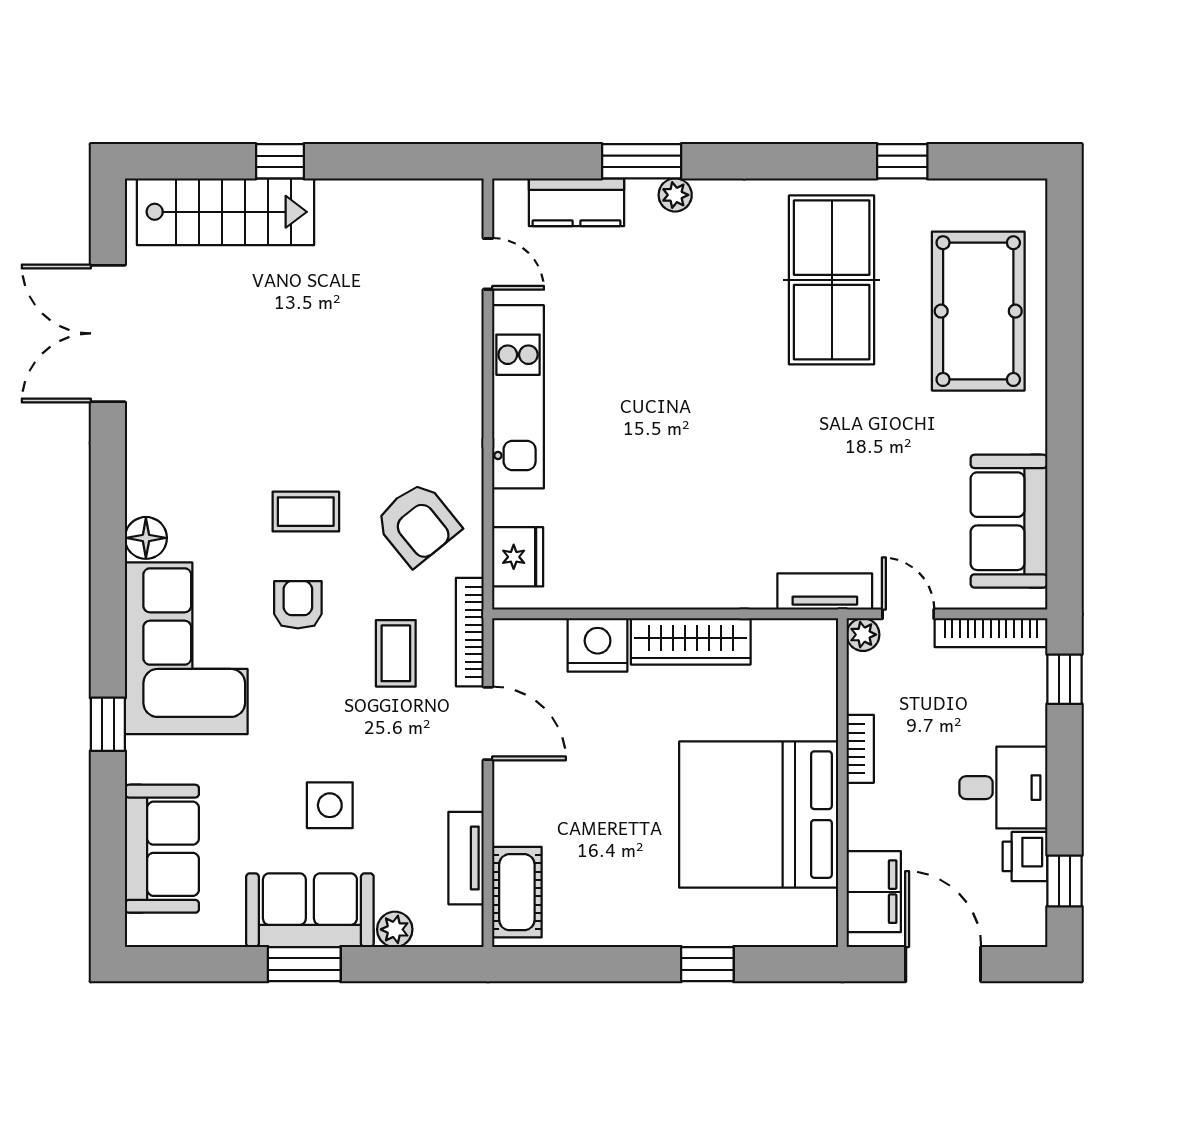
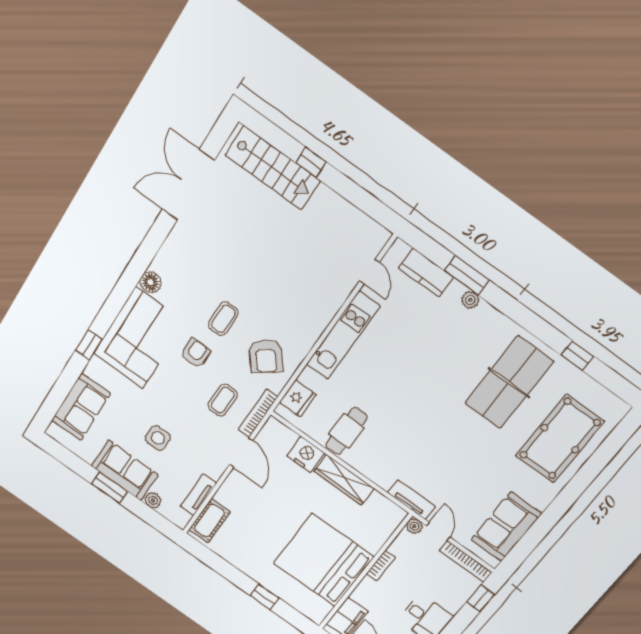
coffee table: (306, 512) -> (223, 319), turned 90
cafe table: (635, 553) -> (346, 431), added

